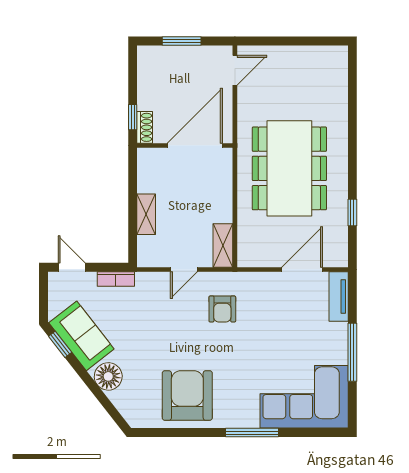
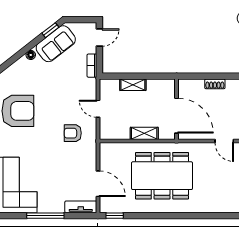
window: (133, 117) -> (195, 76), removed
shoe rack: (145, 127) -> (215, 84), moved
window: (352, 212) -> (115, 216), moved
shelving: (223, 245) -> (144, 133), moved
floor lamp: (108, 376) -> (31, 55), width x0.53, depth x0.53

